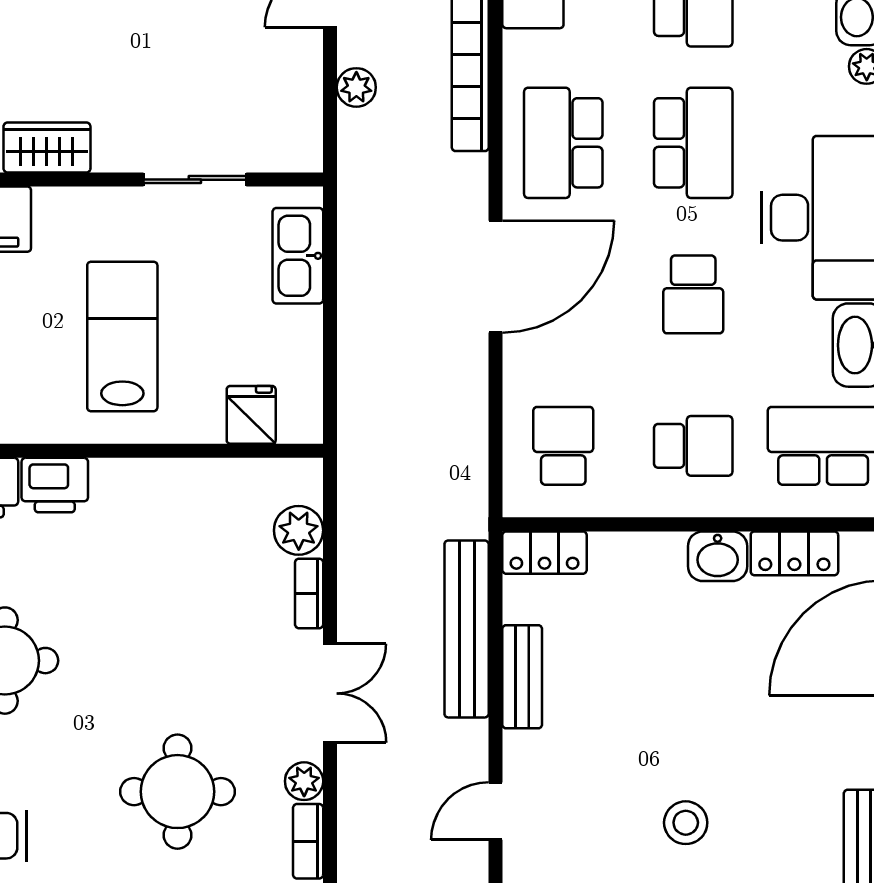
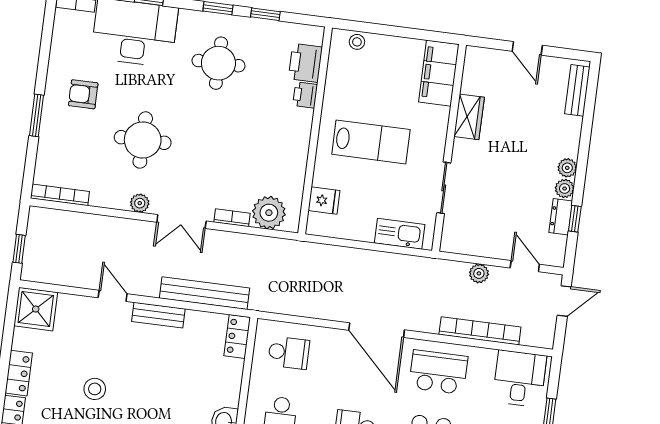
printer: (55, 485) -> (305, 95), width x0.73, depth x0.81
plant: (299, 530) -> (269, 213), width x1.36, depth x1.36
bench: (522, 677) -> (158, 315), moved
bookcase: (308, 841) -> (110, 201), removed

